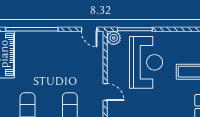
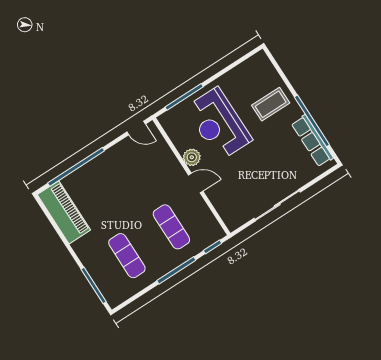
plant: (114, 38) -> (192, 157), moved
reception desk: (146, 62) -> (218, 124), turned 180

